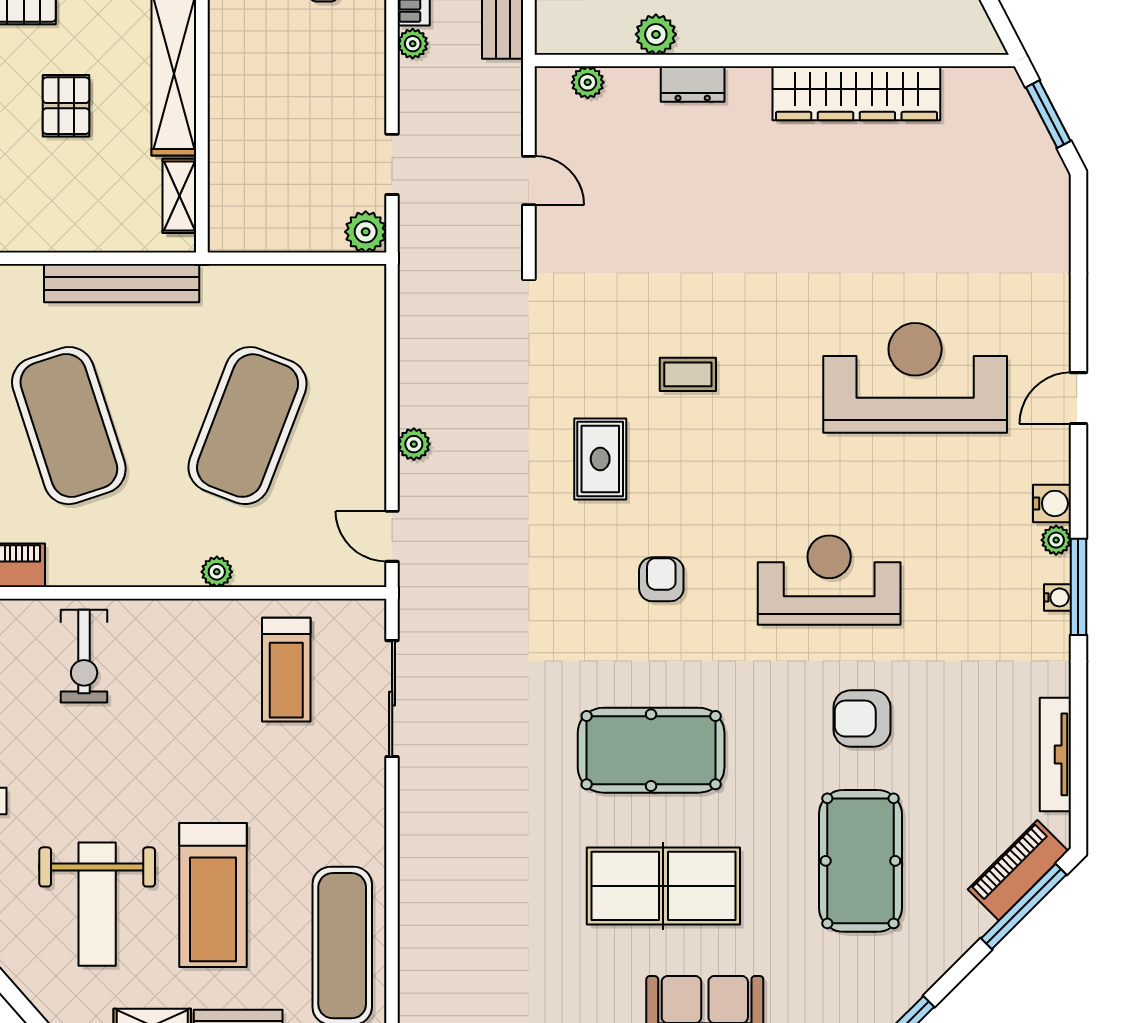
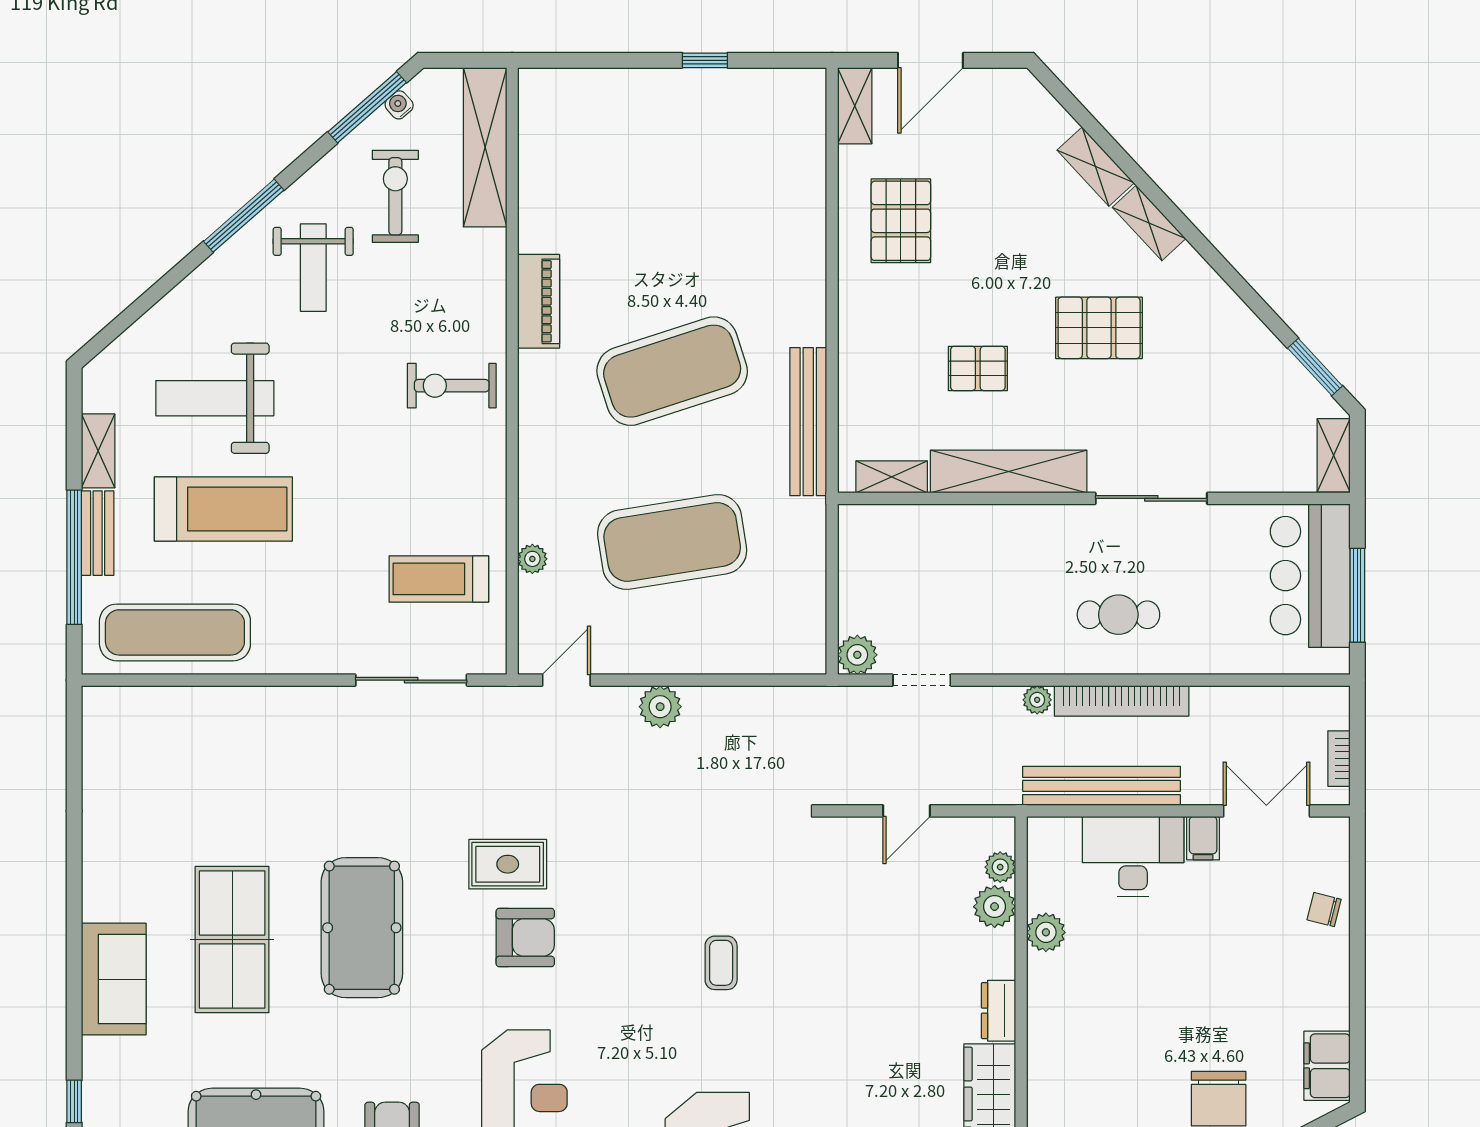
dresser: (693, 84) -> (999, 1011), moved
plant: (629, 88) -> (995, 907), added
exercise mat: (248, 426) -> (672, 542), turned -30
plant: (414, 444) -> (660, 707), width x1.38, depth x1.38
rug: (600, 459) -> (508, 864), moved
plant: (217, 572) -> (532, 559), moved
armchair: (661, 579) -> (525, 938), width x1.38, depth x1.38
treadmill: (213, 895) -> (223, 509), turned 180

